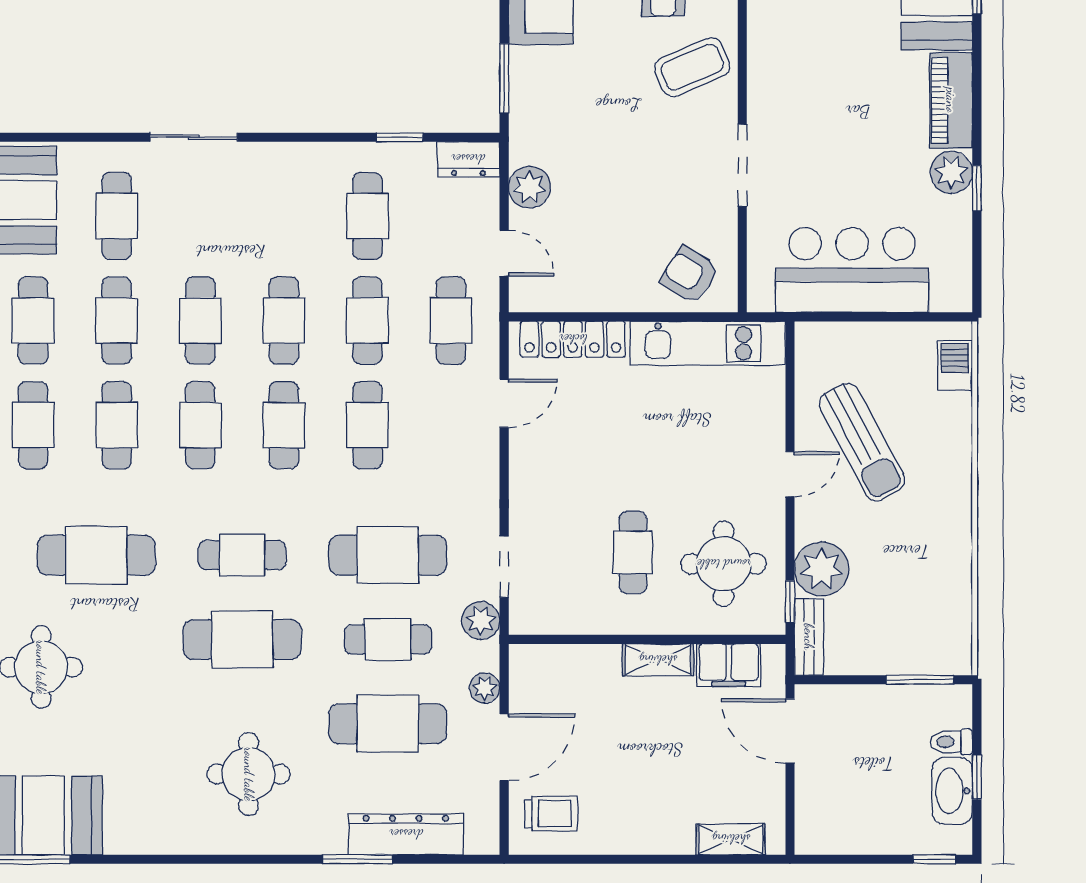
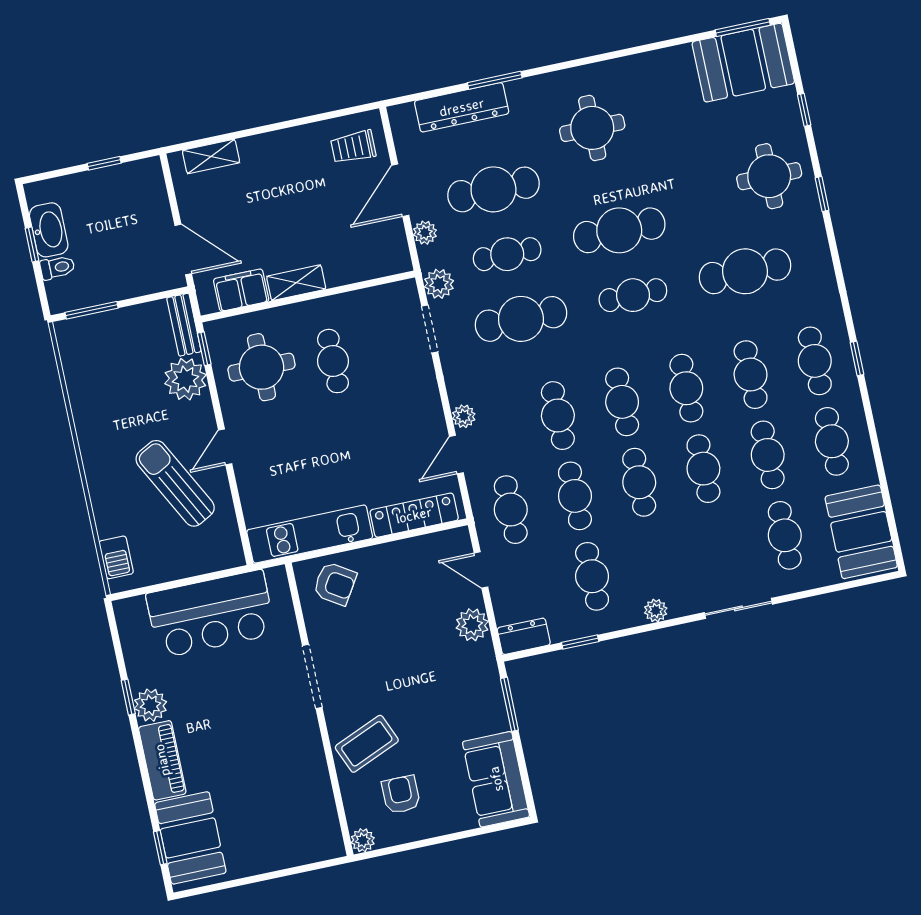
plant: (297, 156) -> (656, 611), added
plant: (485, 449) -> (464, 416), added
window: (934, 859) -> (104, 163), moved

